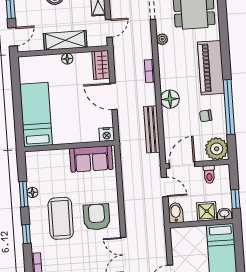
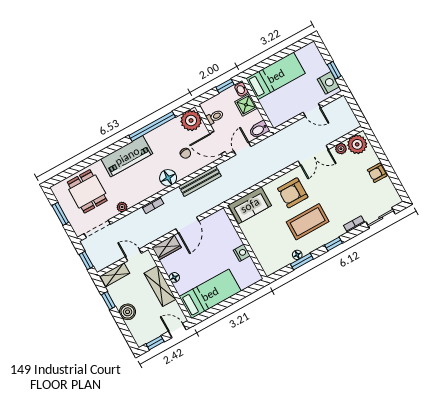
bed: (36, 115) -> (210, 294), moved, turned 180
chair: (206, 116) -> (185, 153), moved
nightstand: (107, 134) -> (242, 253), moved
sofa: (91, 159) -> (250, 205), moved, turned 90

